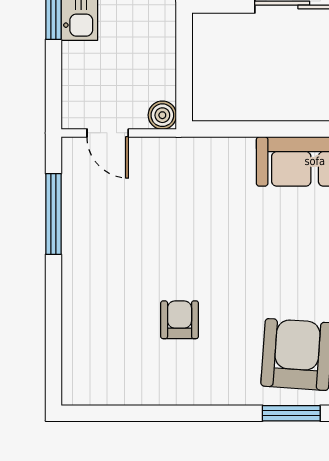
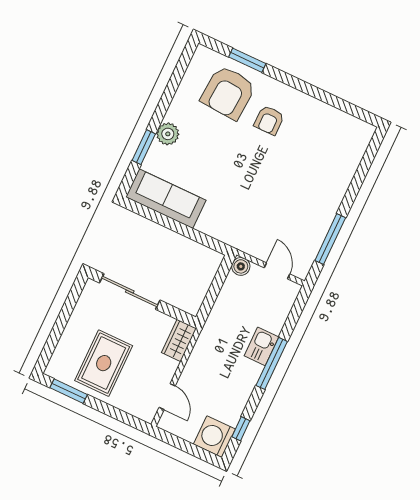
armchair: (180, 320) -> (269, 120), moved

